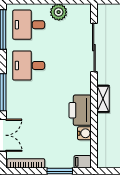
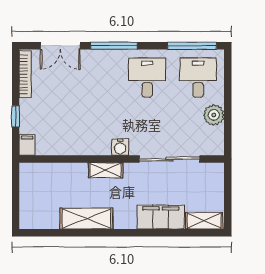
printer: (80, 110) -> (91, 142), removed
water cooler: (84, 133) -> (120, 147), moved
window: (60, 171) -> (16, 116), width x0.67

